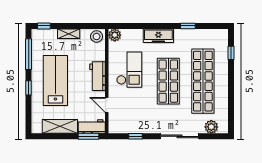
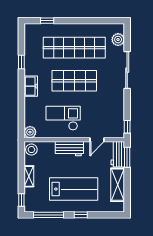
freezer: (158, 36) -> (31, 86), width x0.71
lab bench: (55, 80) -> (74, 189), turned 180
window: (135, 136) -> (127, 127), moved

